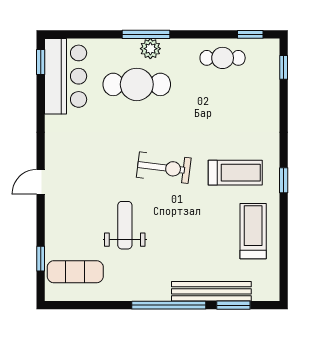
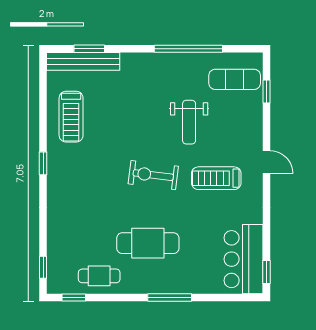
plant: (150, 49) -> (165, 284), removed
cafe table: (137, 84) -> (148, 243), moved
treadmill: (235, 173) -> (216, 178), moved
door: (41, 182) -> (266, 162), hinge flipped
bench: (211, 291) -> (83, 61), moved
window: (169, 305) -> (188, 49), moved

